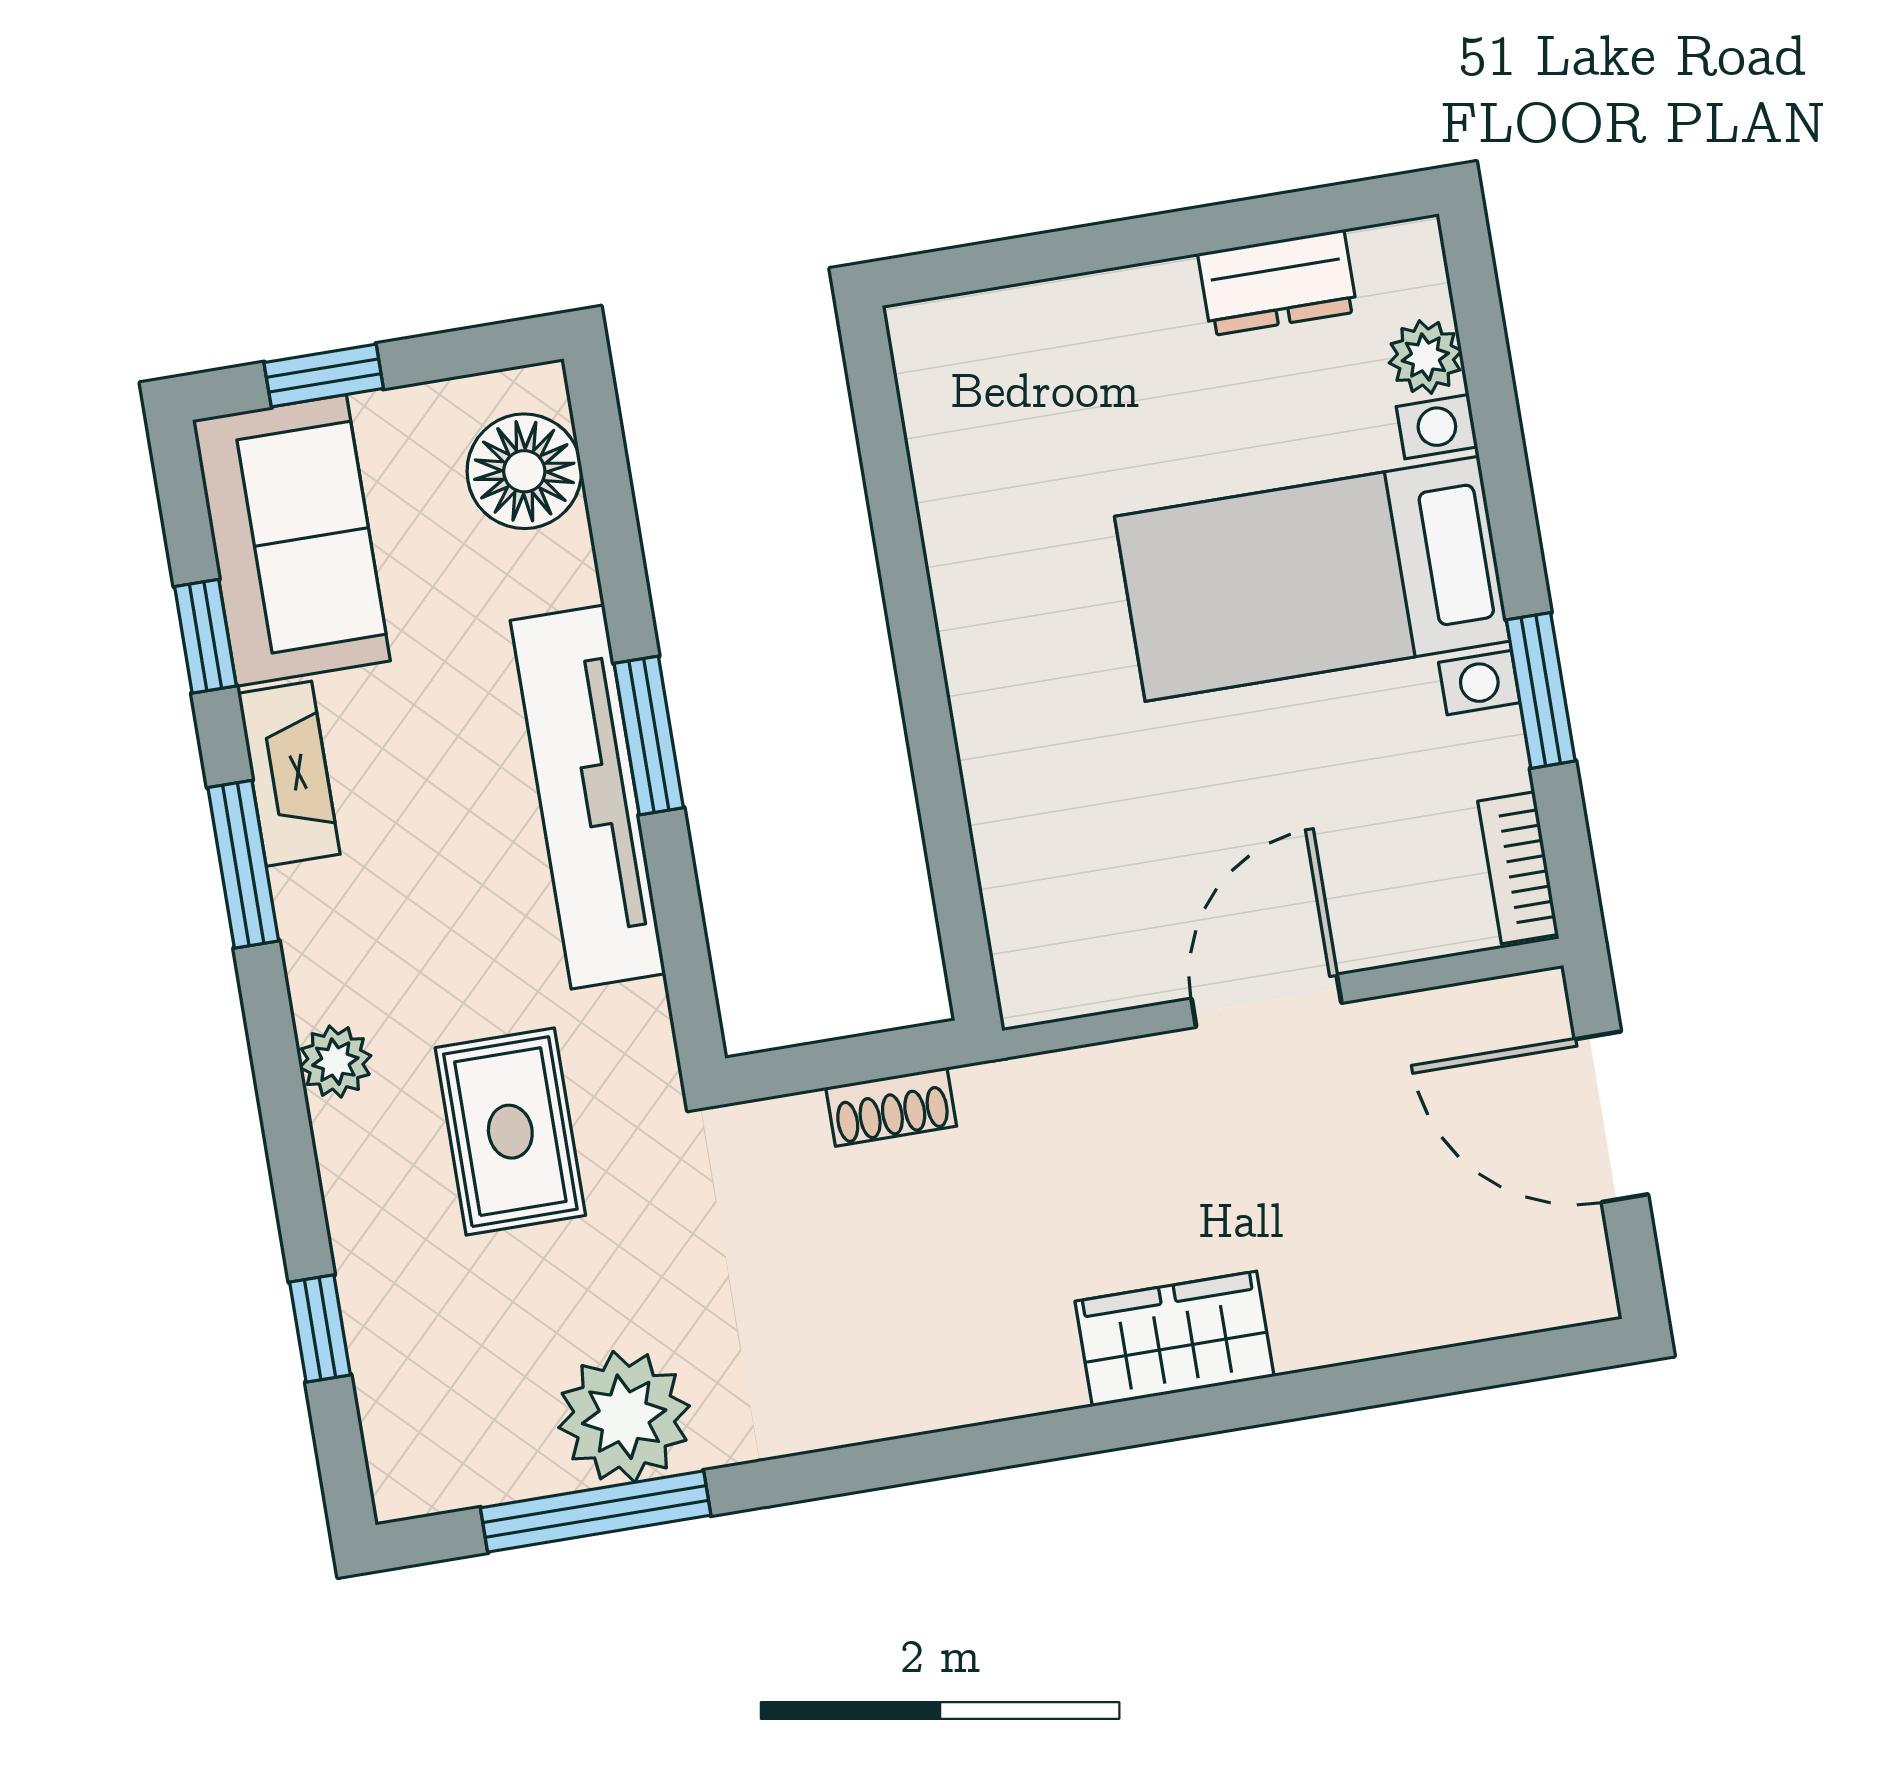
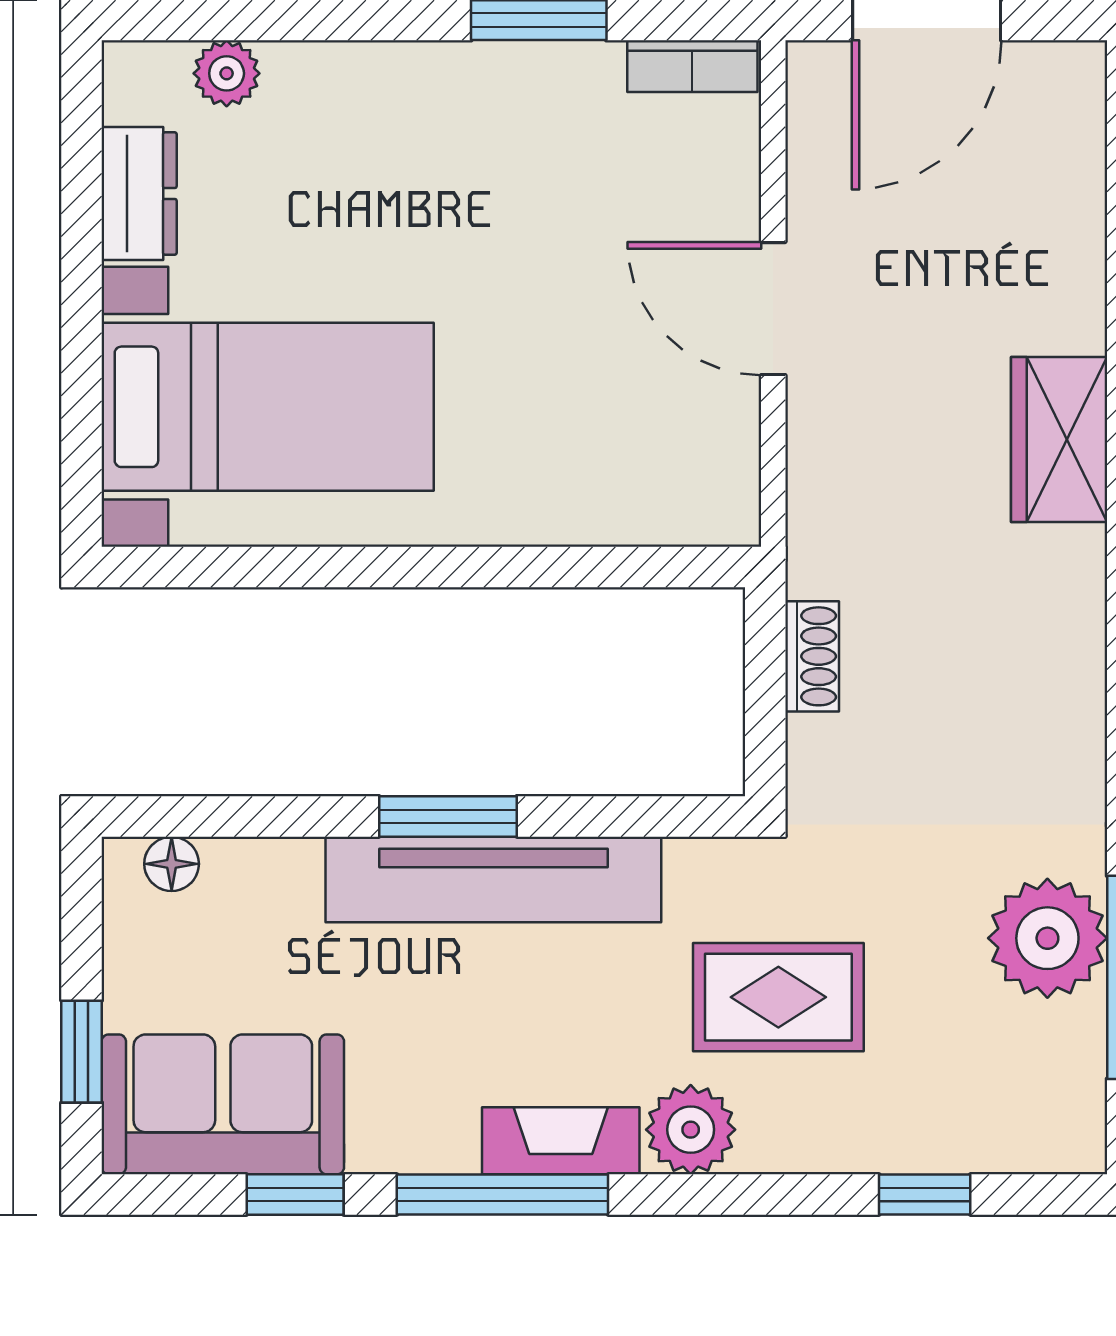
floor lamp: (524, 471) -> (172, 864), width x0.53, depth x0.53
bed with nightstands: (1312, 579) -> (268, 407), moved, turned -90
fireplace: (289, 774) -> (561, 1141), moved
window: (243, 864) -> (502, 1195), width x1.44
plant: (335, 1062) -> (691, 1130), width x1.38, depth x1.38

